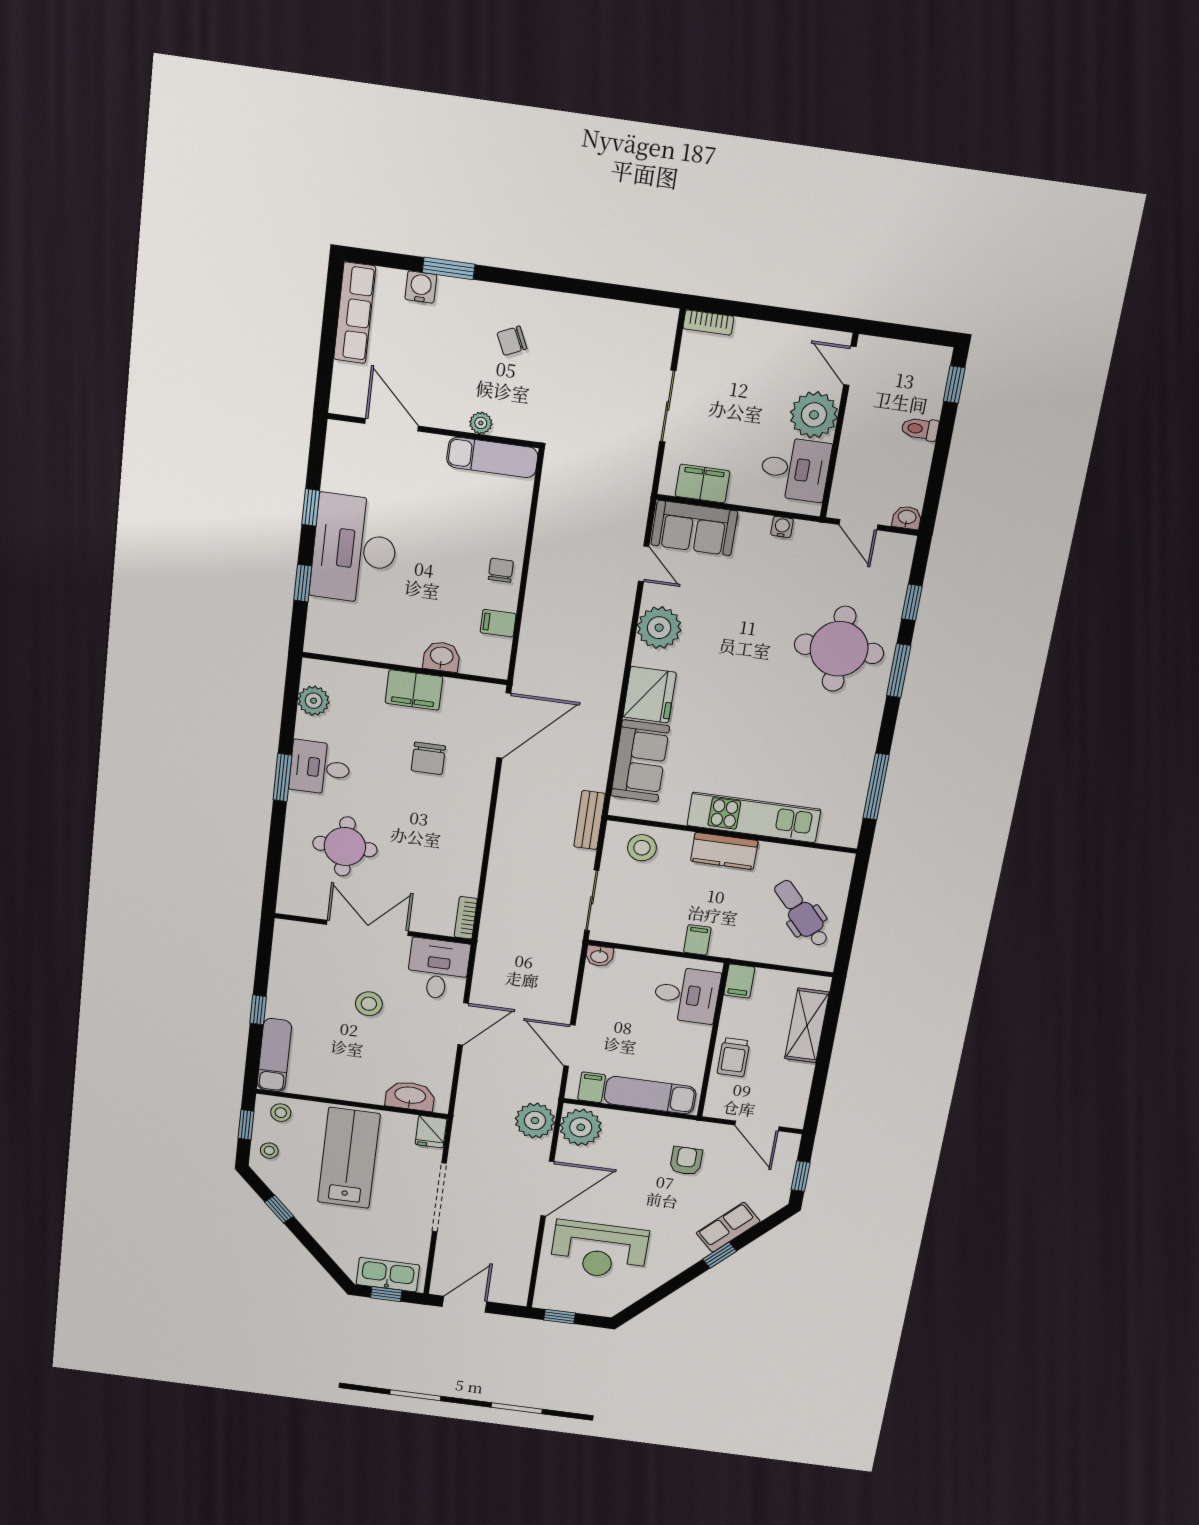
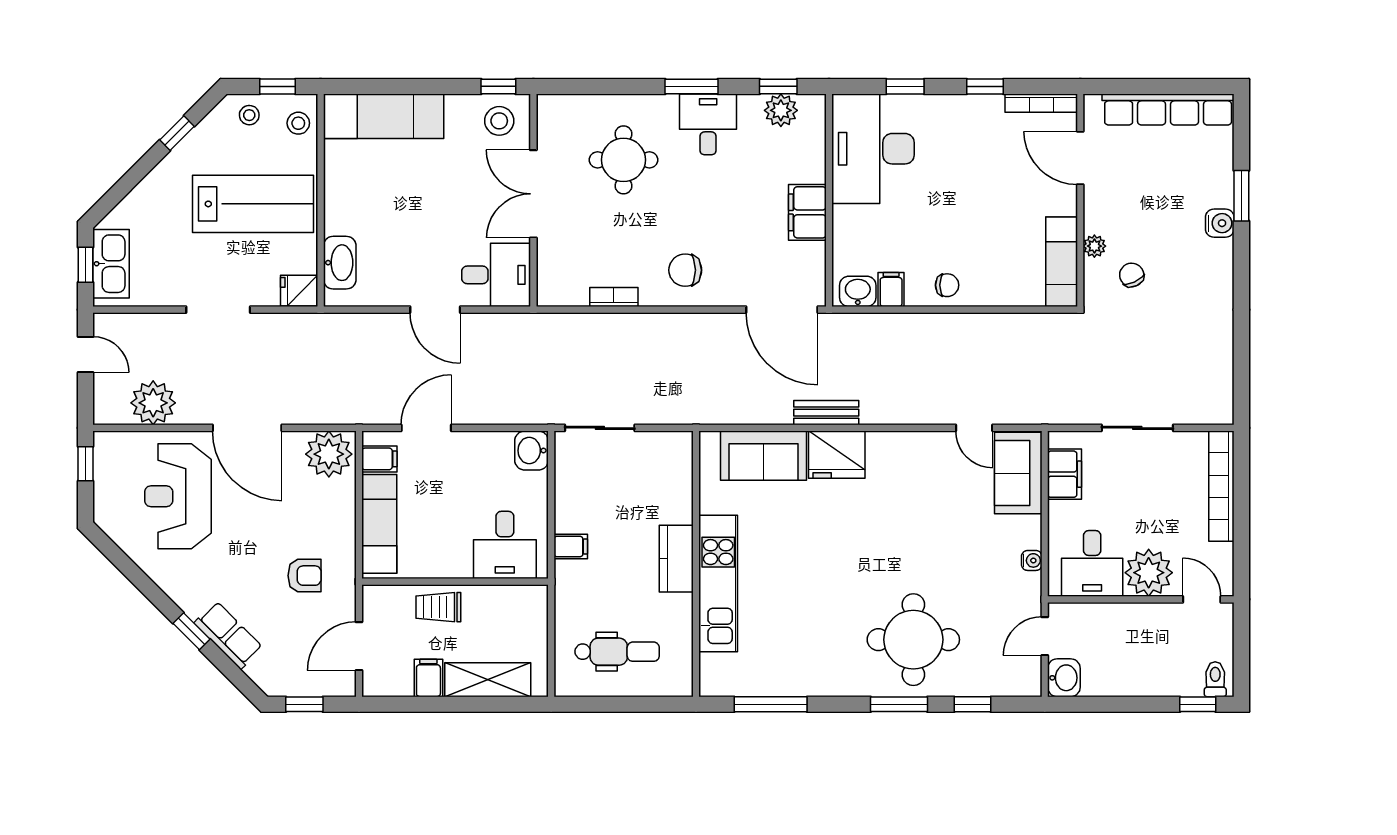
water cooler: (421, 287) -> (1220, 223), moved
row of seats: (355, 313) -> (1168, 109), width x1.36
bookcase: (708, 323) -> (1221, 486), width x2.31, depth x1.31
chair: (512, 341) -> (1132, 275), moved
door: (850, 366) -> (1202, 599), hinge flipped
door: (392, 425) -> (1080, 158), swing flipped
toilet: (920, 429) -> (1215, 679), moved
bookcase: (333, 455) -> (1041, 103), added
washbasin: (907, 518) -> (1064, 678), width x1.38, depth x1.45
desk: (354, 549) -> (873, 149), moved, turned -90
door: (644, 564) -> (974, 428), hinge flipped
plant: (659, 628) -> (910, 454), removed
washbasin: (442, 657) -> (858, 291), moved, turned -90
window: (291, 700) -> (778, 86), added
chair: (428, 758) -> (685, 270), moved
bench: (589, 820) -> (826, 413), moved
stool: (642, 848) -> (667, 472), removed
dental chair: (802, 913) -> (617, 652), turned 42
bookcase: (466, 918) -> (614, 297), moved
double door: (367, 928) -> (533, 194), swing flipped
washbasin: (599, 956) -> (532, 451), width x1.38, depth x1.45
filing cabinet: (739, 981) -> (428, 678), moved, turned 90
stool: (369, 1004) -> (499, 121), moved
window: (258, 1010) -> (498, 86), moved
exam couch: (274, 1055) -> (384, 116), width x1.36, depth x1.45
plant: (535, 1121) -> (153, 403), moved
doorway: (439, 1198) -> (218, 310), width x0.73
door: (465, 1304) -> (86, 355), width x0.73

